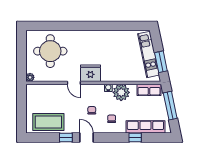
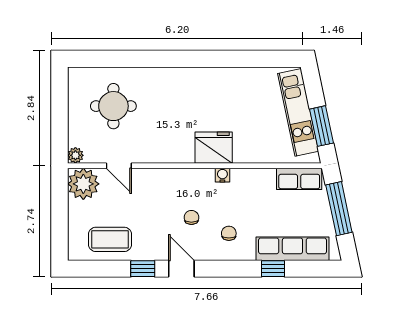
round table: (50, 51) -> (113, 106), width x0.73, depth x0.73
fridge: (90, 73) -> (214, 148), moved
door: (74, 83) -> (119, 166), moved
plant: (121, 92) -> (83, 184), moved
coffee table: (48, 122) -> (110, 239), width x0.73, depth x0.76

